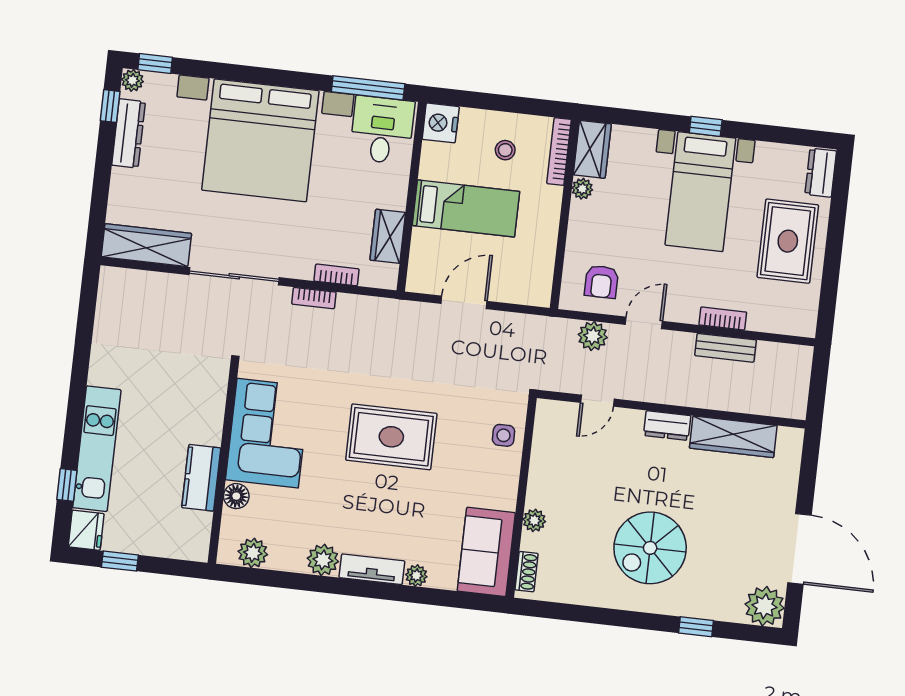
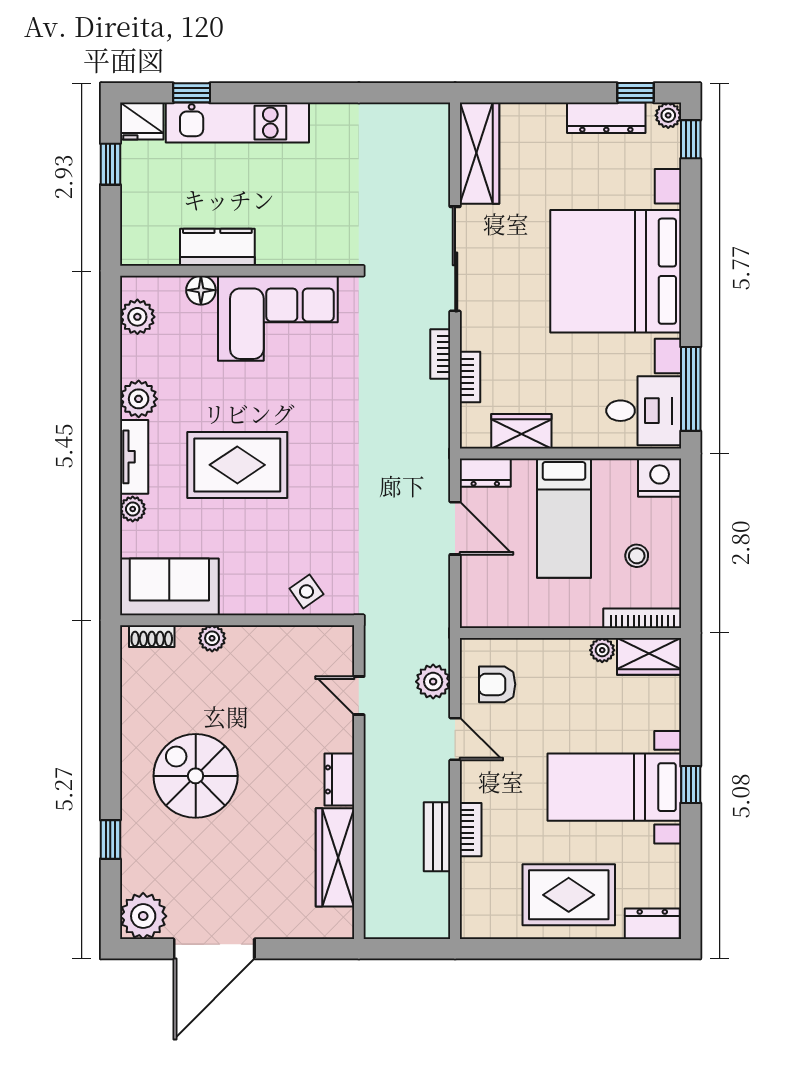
dresser: (419, 271) -> (485, 473), added
side table: (504, 435) -> (306, 591), turned -35
rug: (391, 437) -> (237, 465), moved, turned 90

